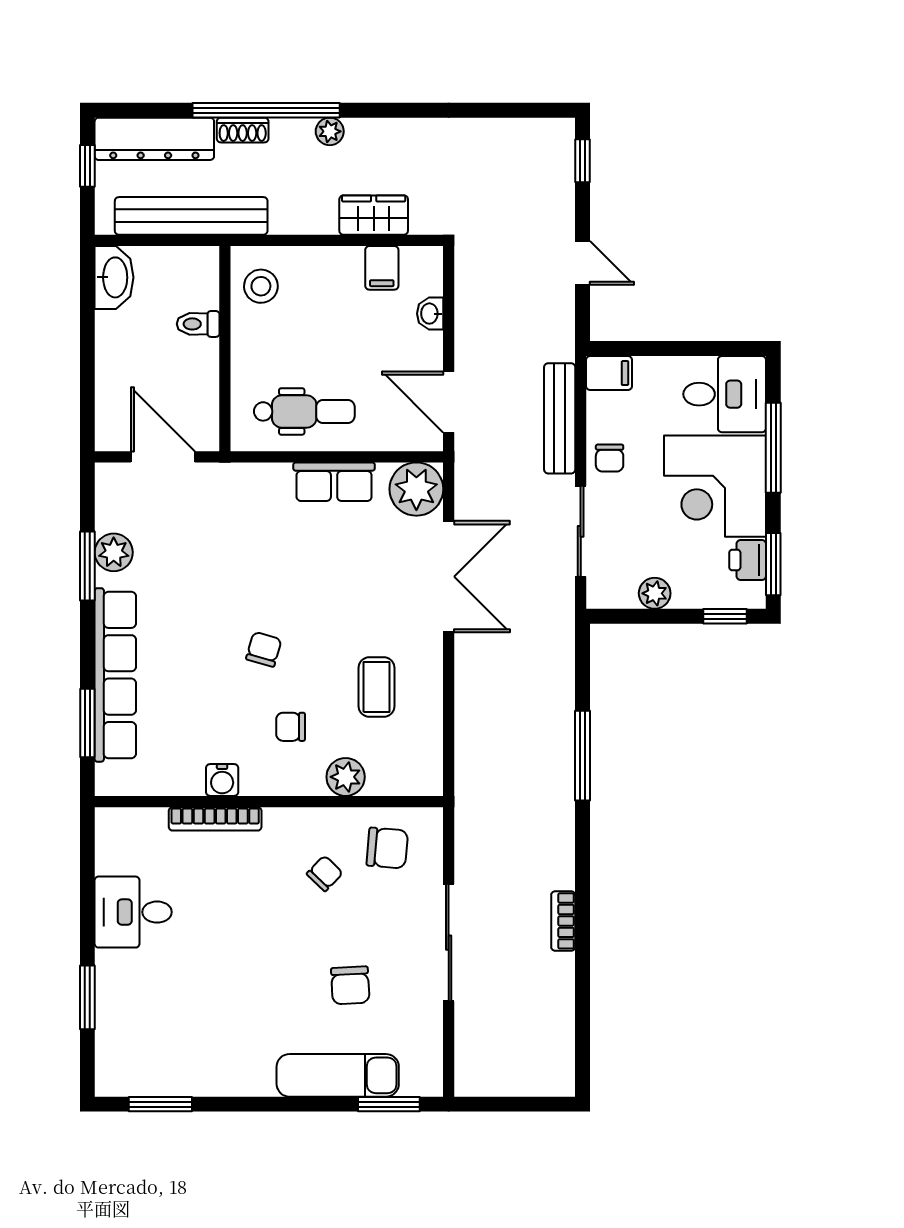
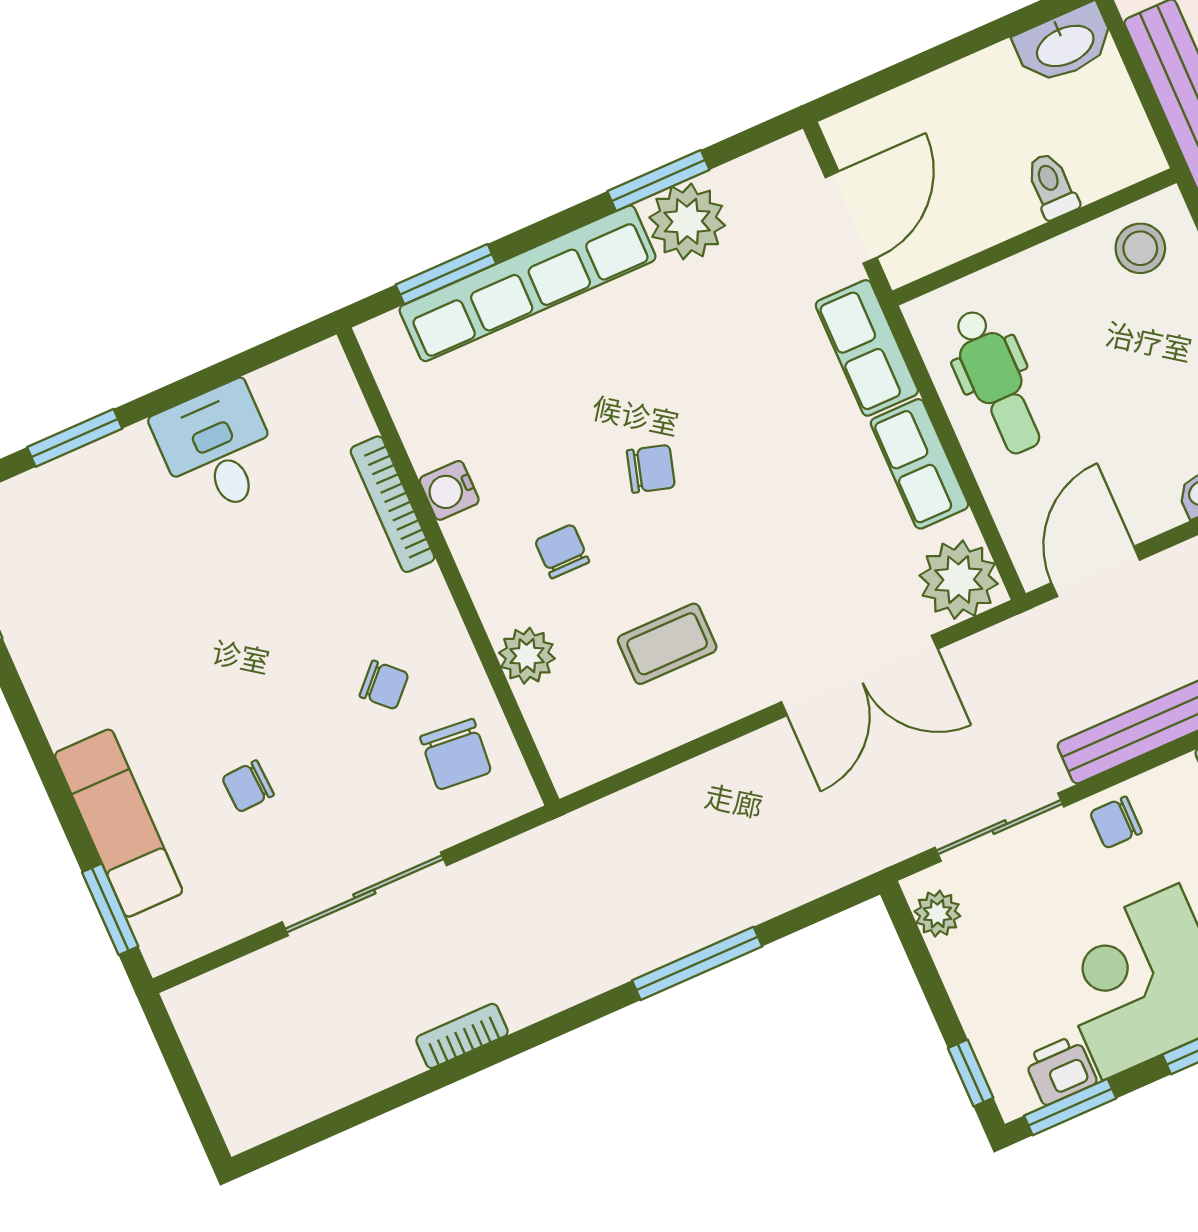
row of seats: (248, 483) -> (867, 348), added
plant: (114, 552) -> (687, 221), width x1.36, depth x1.36
plant: (655, 593) -> (937, 914), moved
chair: (350, 985) -> (248, 786), width x0.73, depth x0.73

